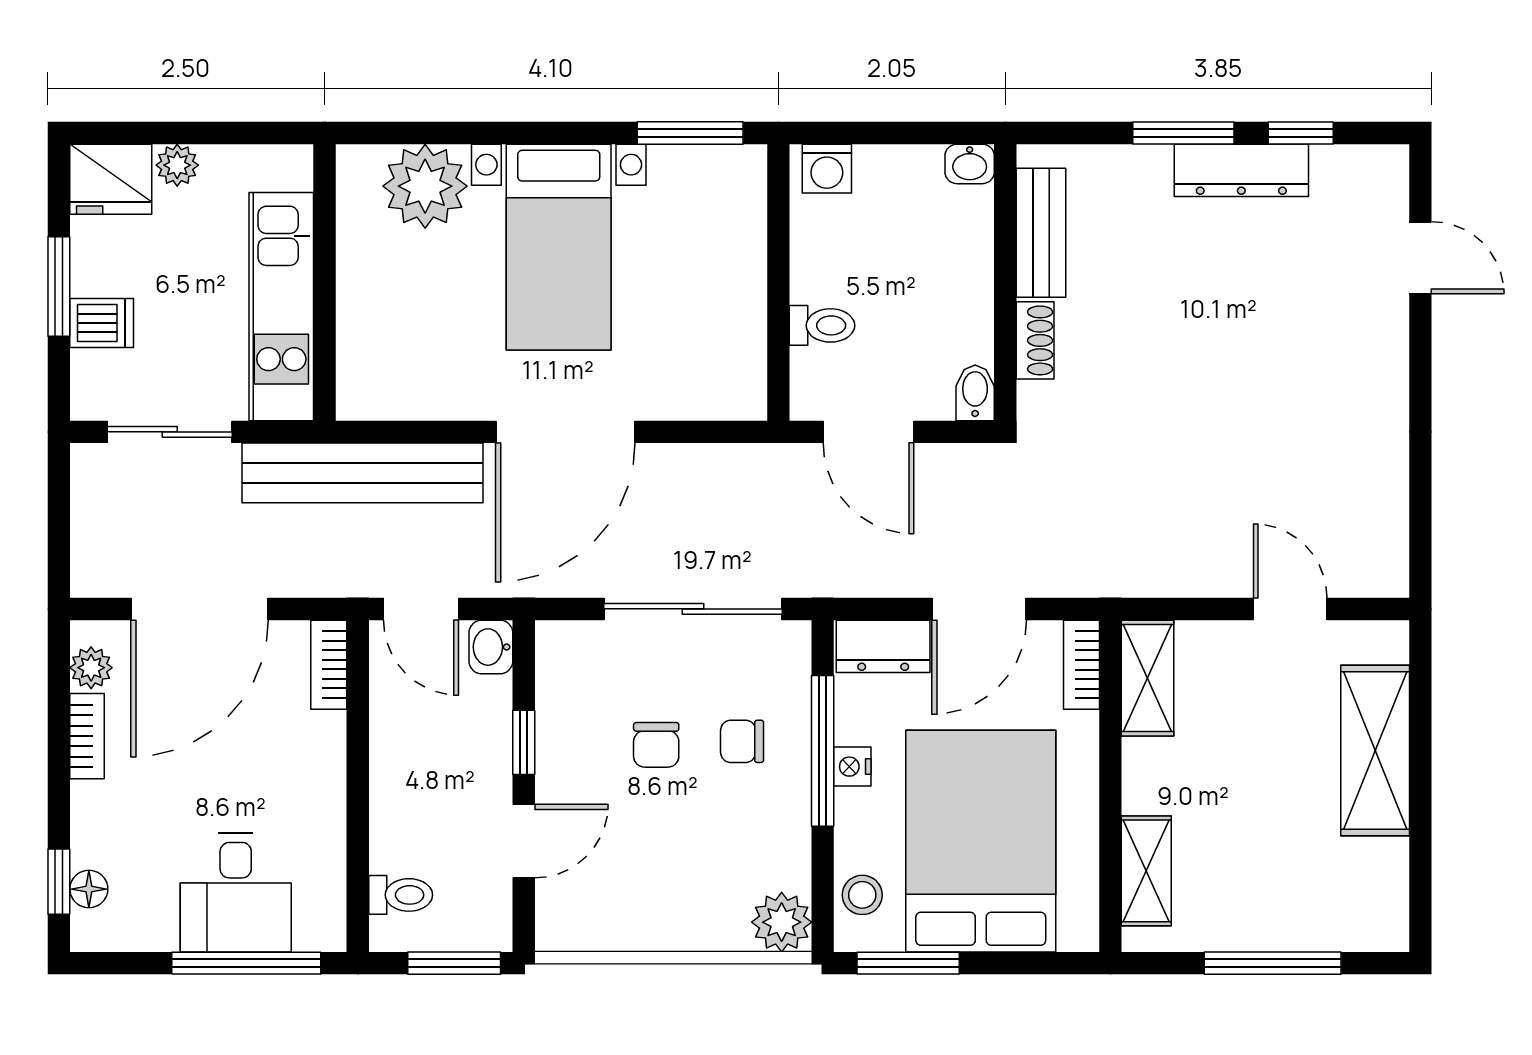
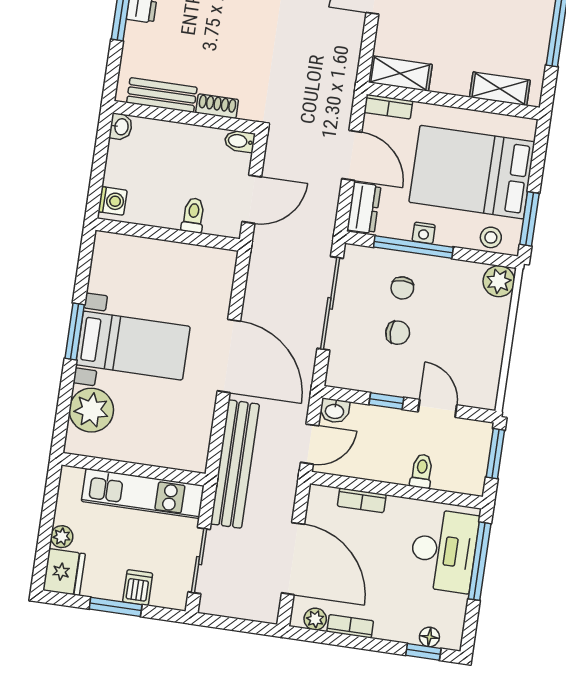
window: (690, 133) -> (75, 332), moved
bookcase: (329, 665) -> (362, 500), moved
desk: (236, 892) -> (444, 551), width x1.37
toilet: (401, 895) -> (422, 471), moved

